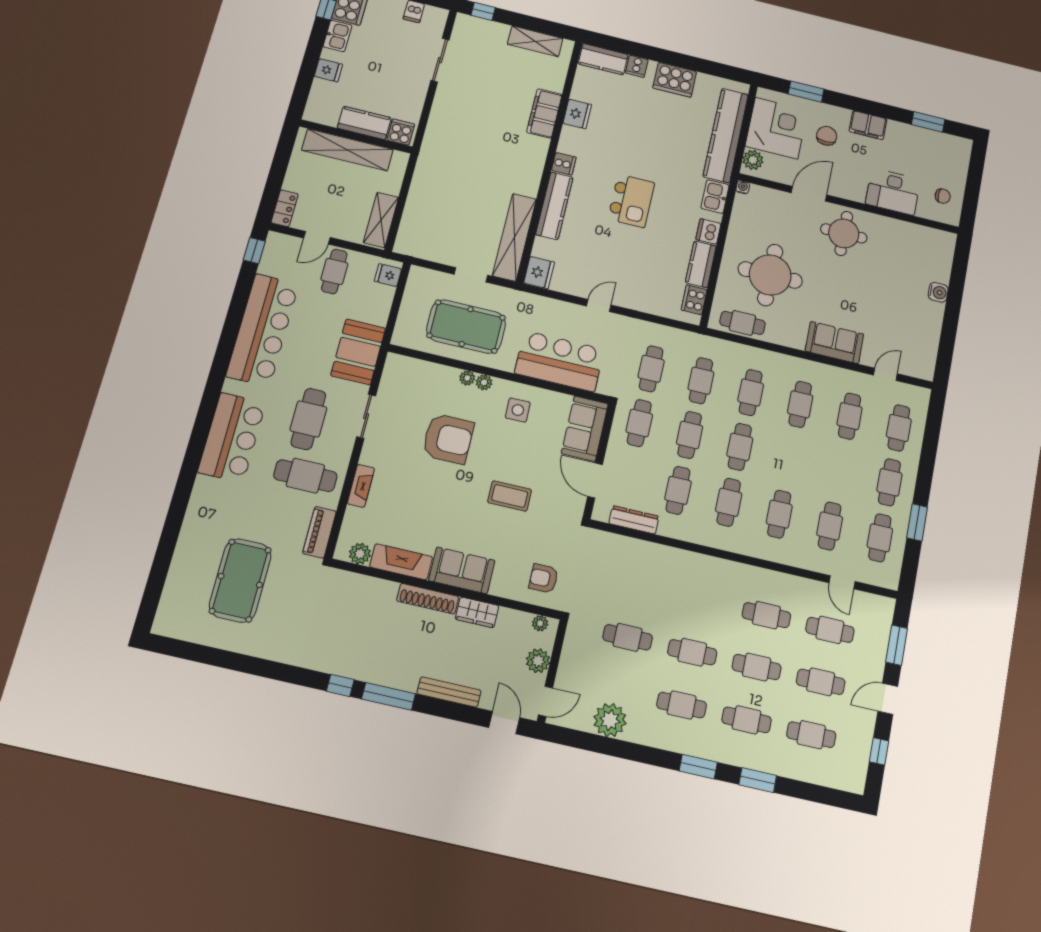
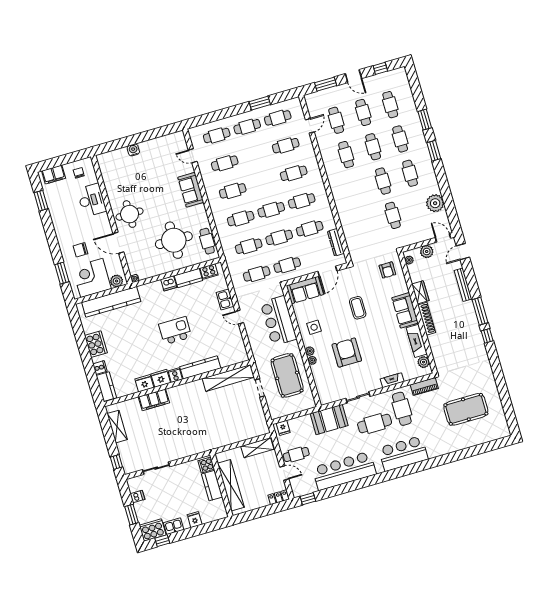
filing cabinet: (868, 125) -> (54, 175), moved, turned 90
kitchen sink: (715, 196) -> (225, 299), moved, turned 90
fridge: (539, 273) -> (161, 378), moved

